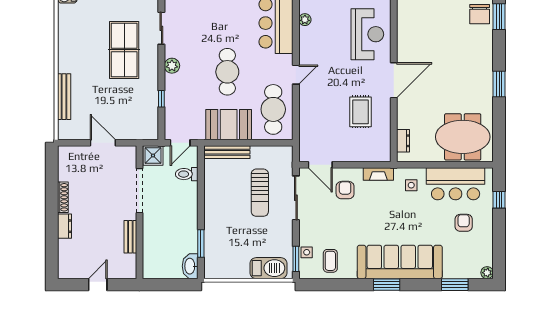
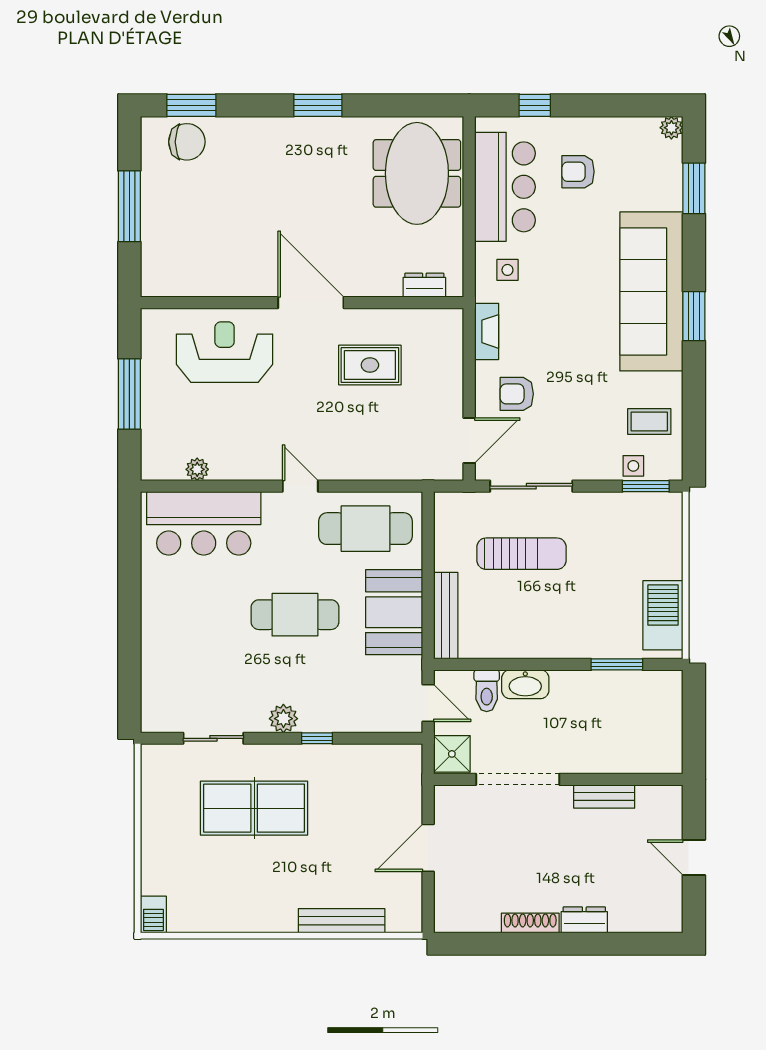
window: (161, 99) -> (317, 738), moved
washbasin: (190, 266) -> (525, 684), moved
barbecue: (268, 268) -> (663, 615), moved

